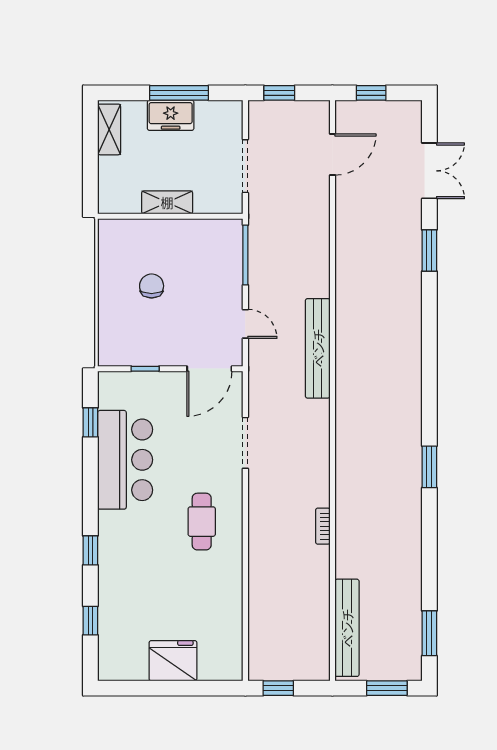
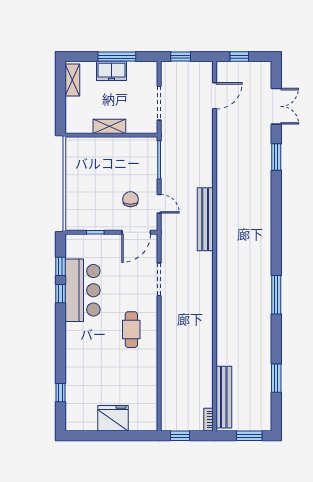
chair: (152, 286) -> (130, 199), moved
window: (429, 467) -> (276, 295), width x1.44
bookcase: (323, 526) -> (208, 420), moved
window: (90, 550) -> (60, 294), moved
window: (429, 633) -> (276, 378), moved

